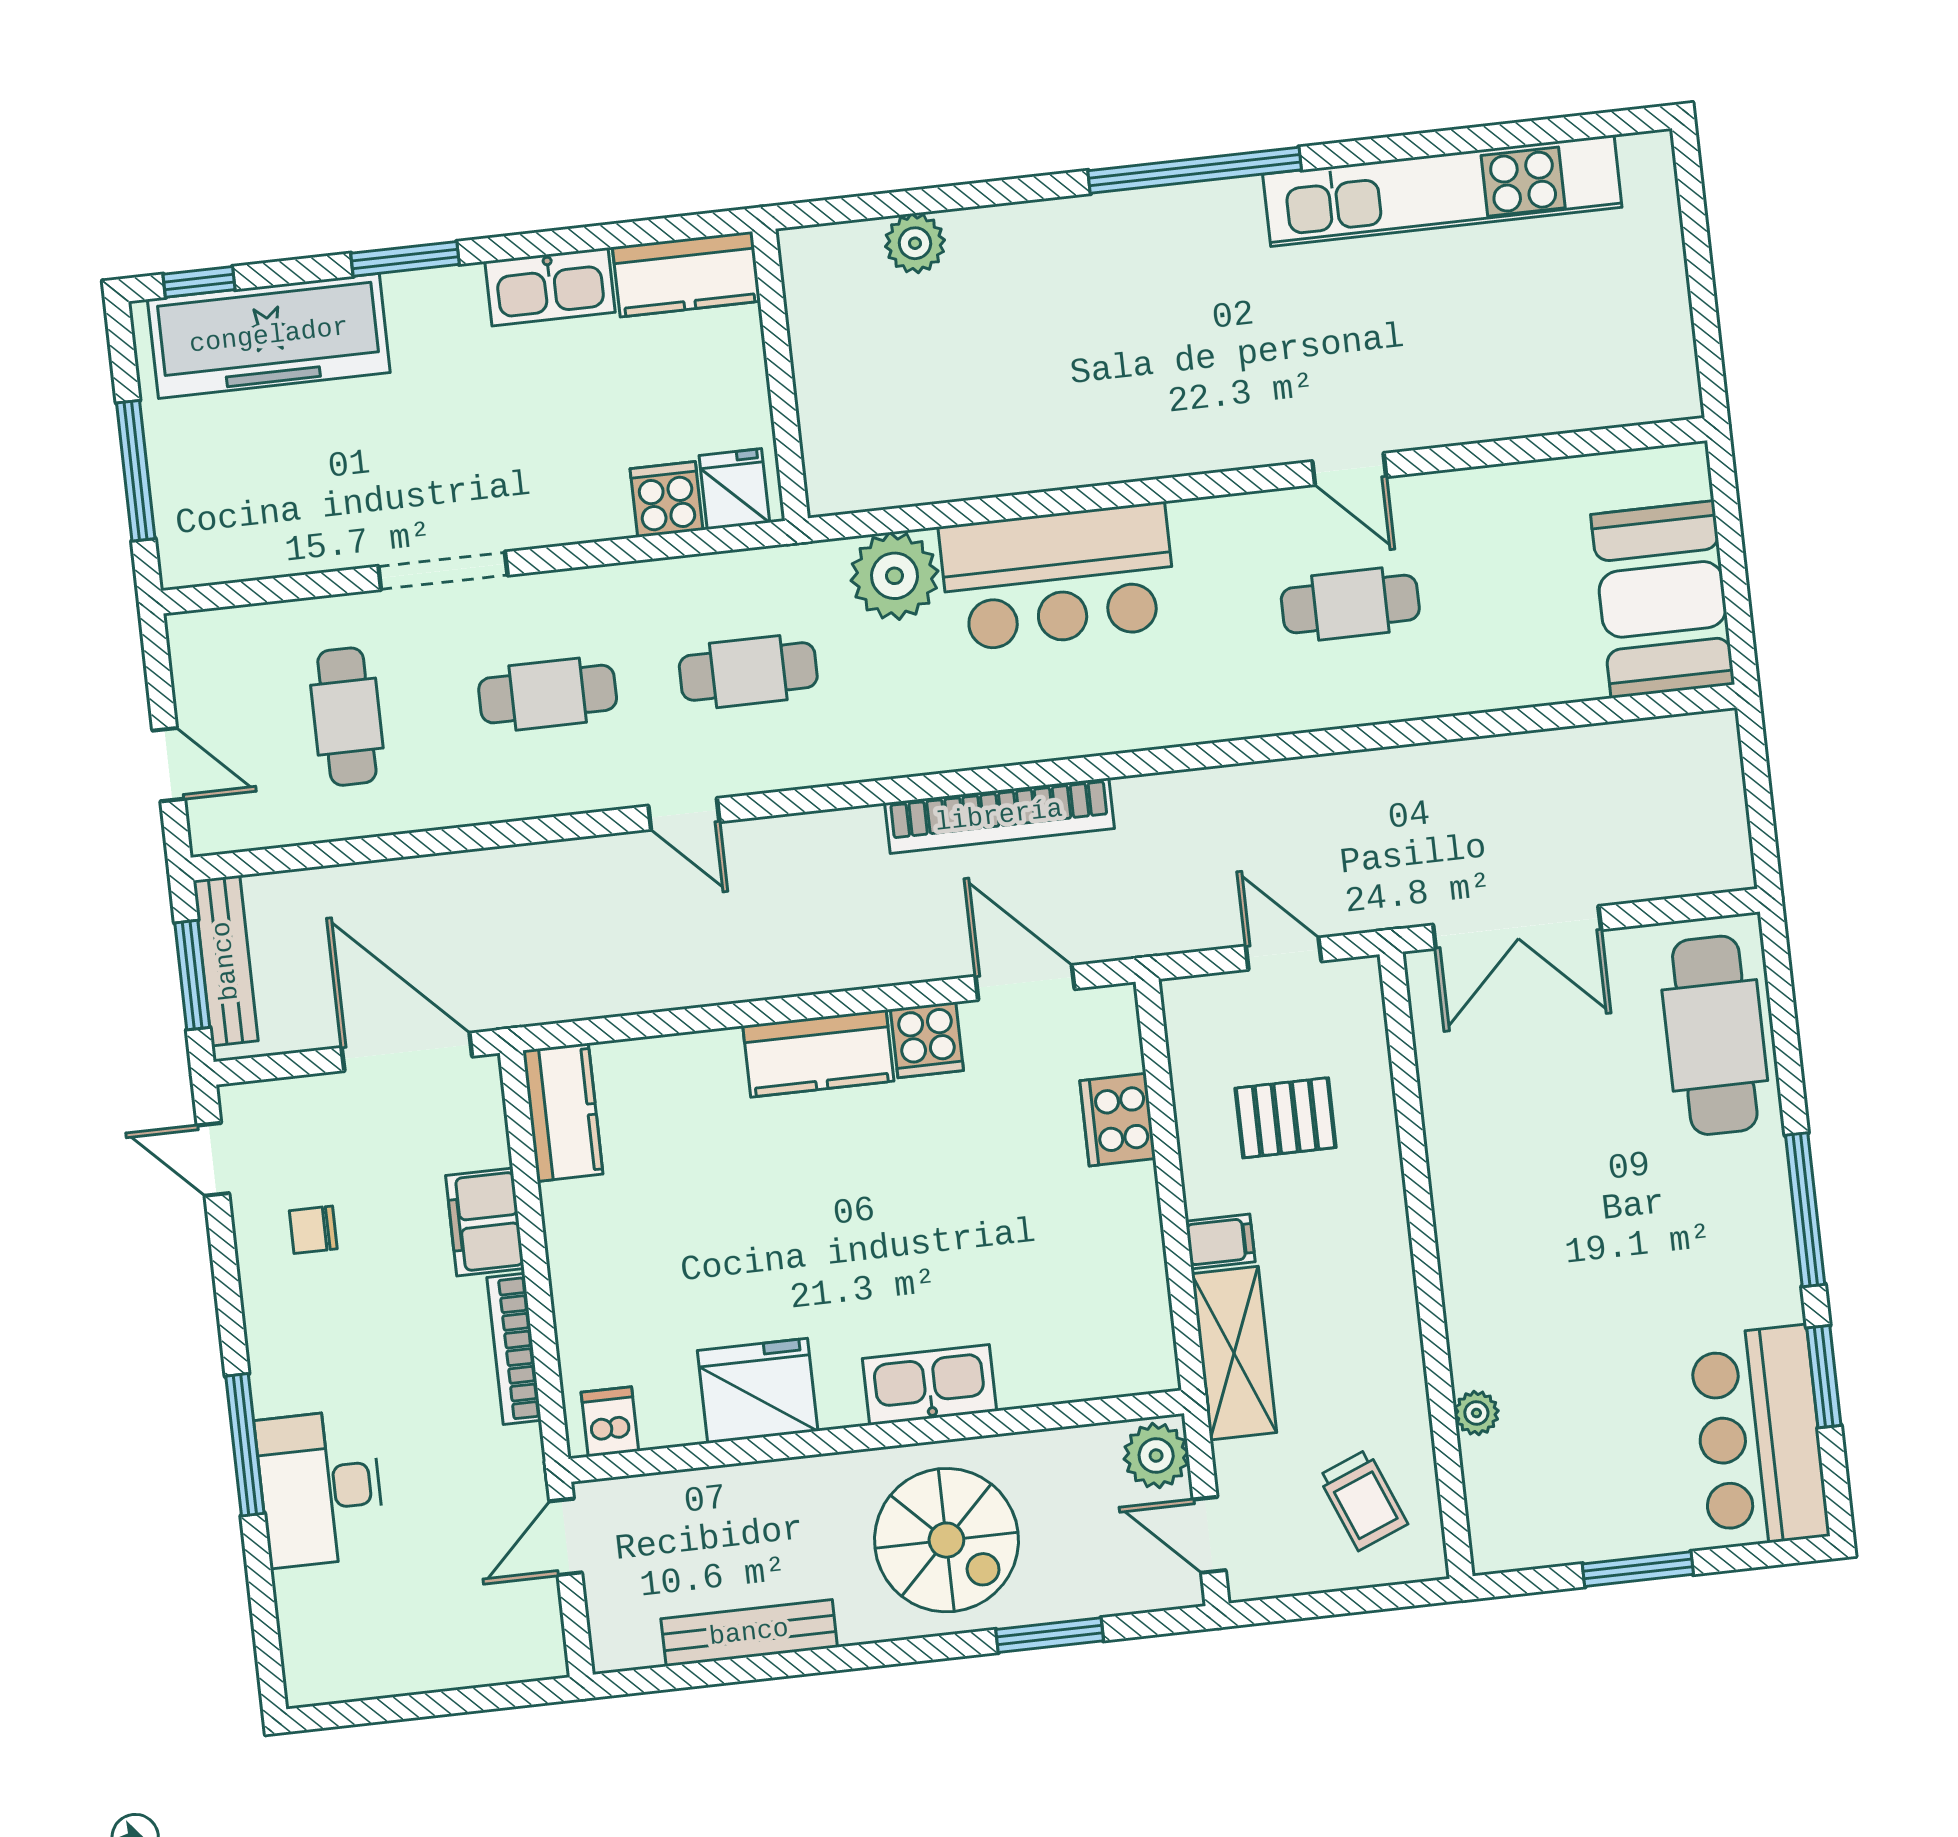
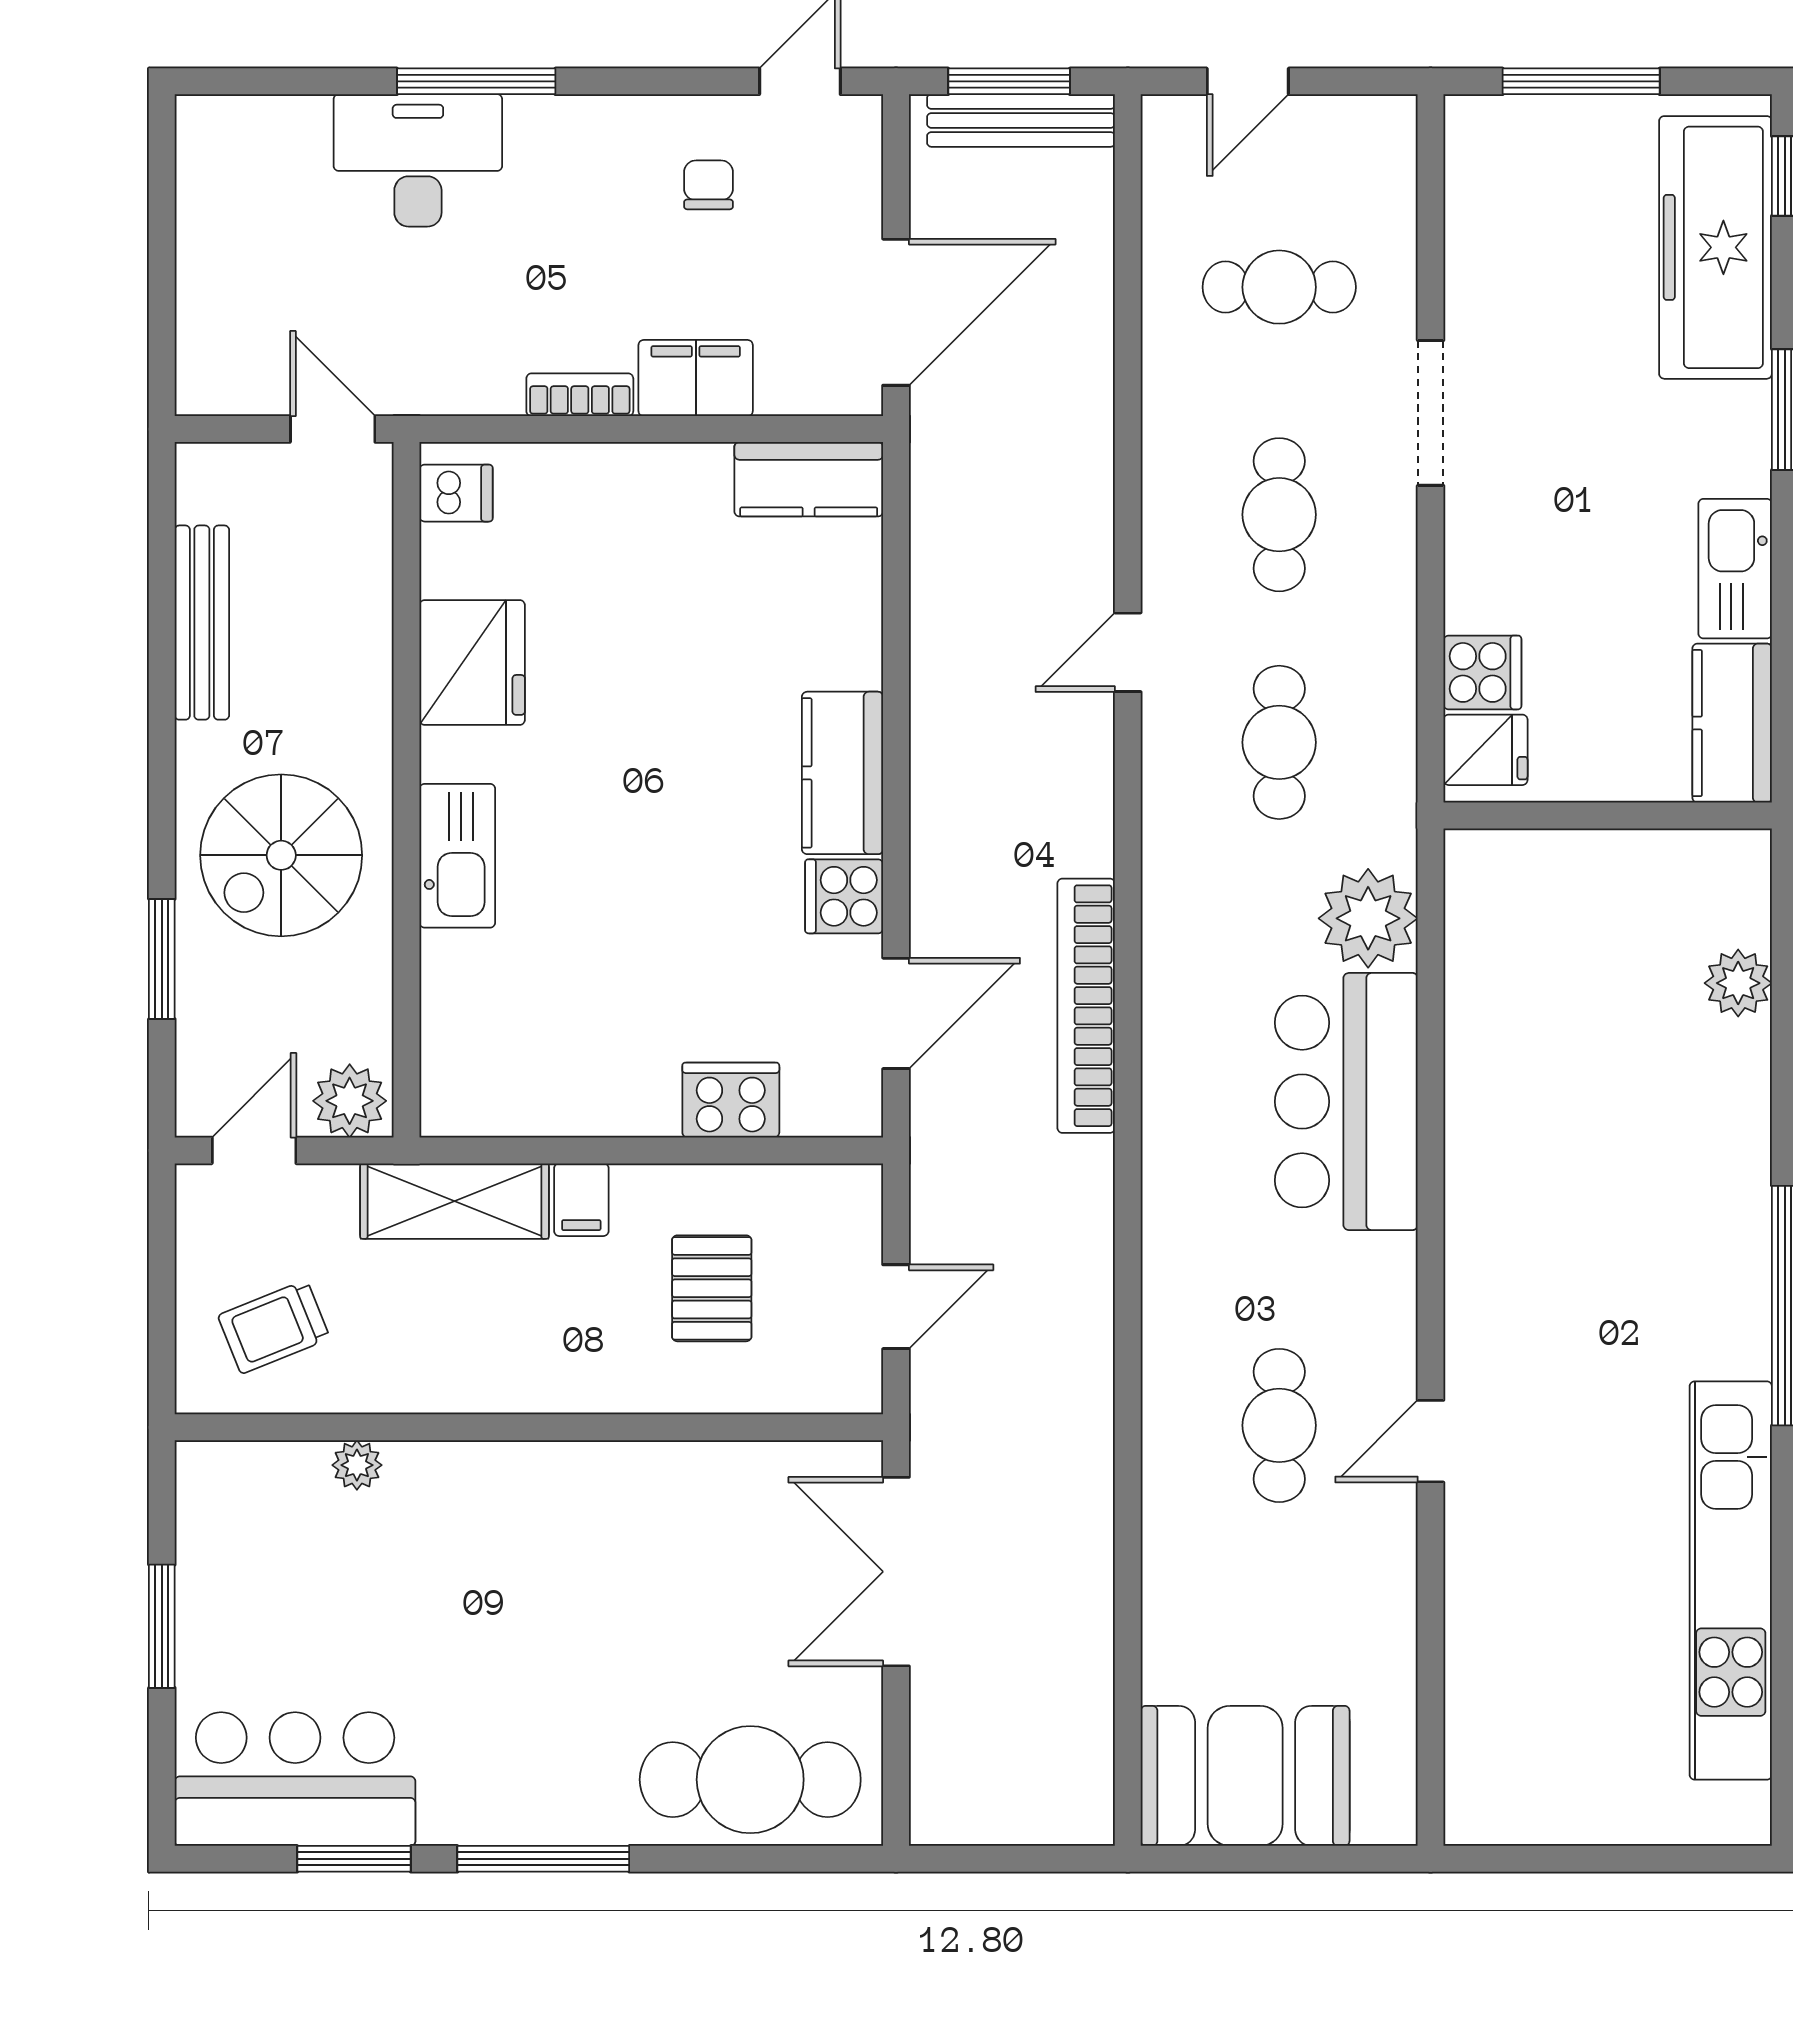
bookcase: (514, 1349) -> (580, 395), width x0.64

